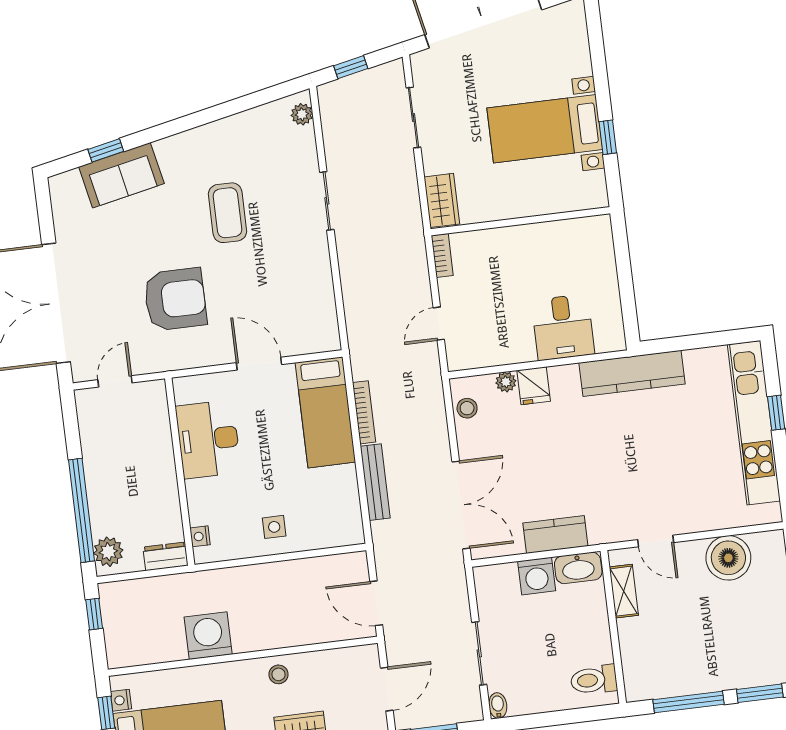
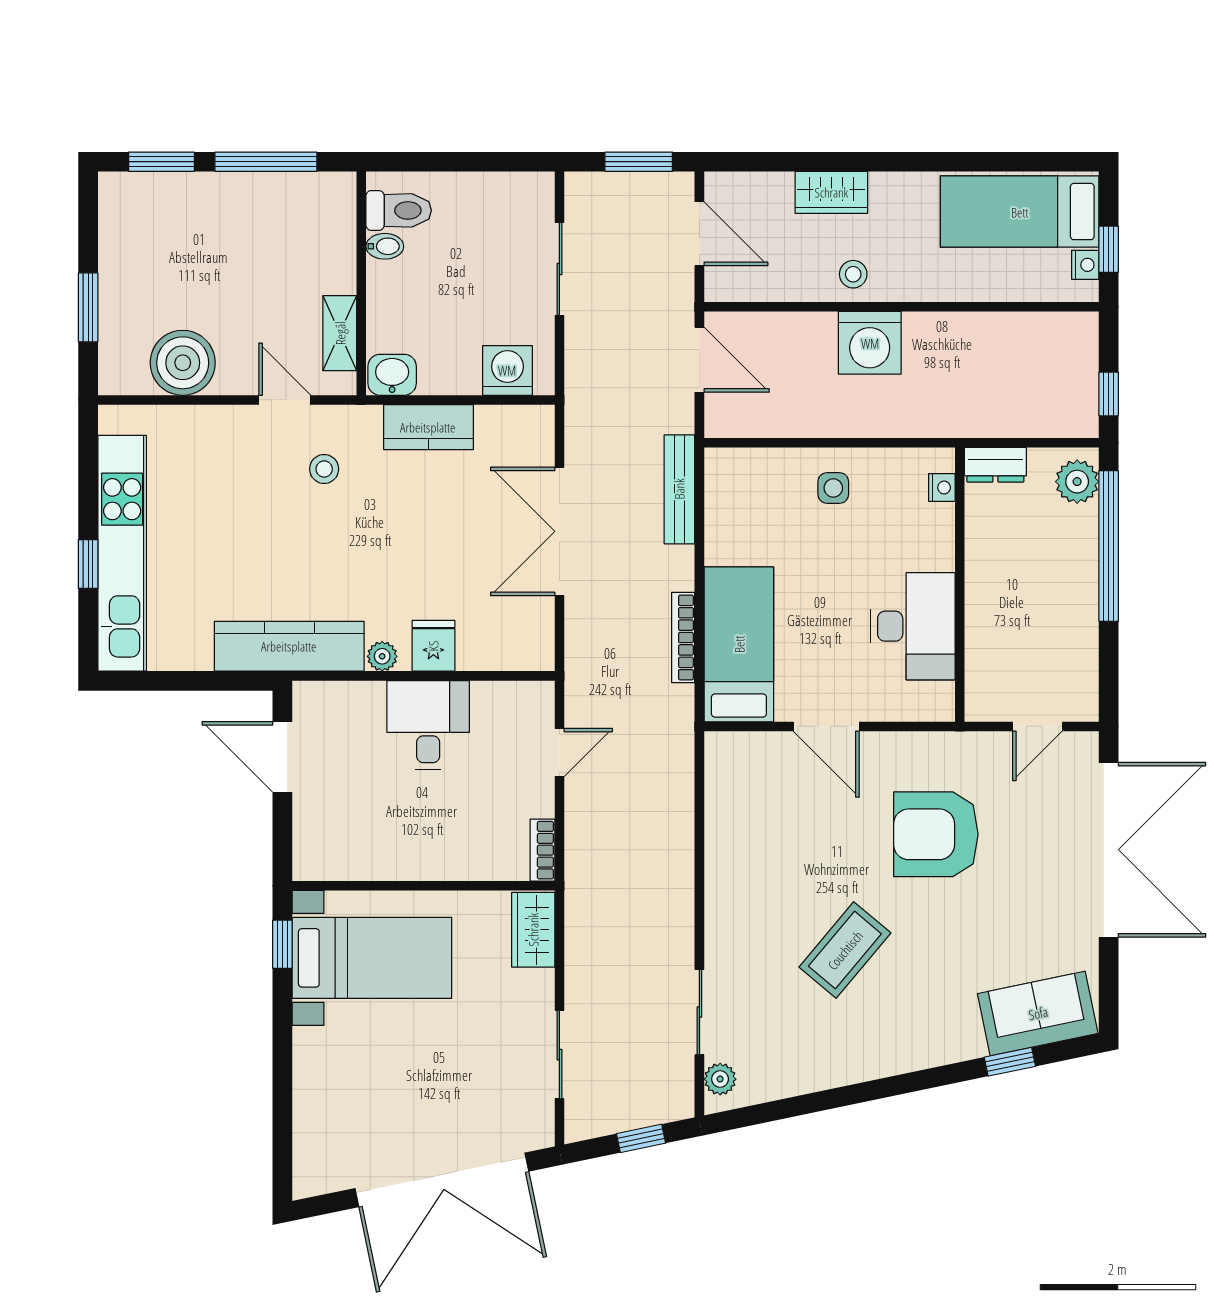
bed with nightstands: (545, 129) -> (372, 958), moved
window: (608, 137) -> (282, 944), moved
sofa: (121, 175) -> (1038, 1013), moved
sliding door: (327, 201) -> (699, 1012), moved
coffee table: (227, 213) -> (845, 950), turned 40
door: (627, 297) -> (282, 757), added
desk: (563, 327) -> (428, 725), moved
plant: (506, 382) -> (382, 656), moved
stool: (467, 408) -> (324, 469), moved
bench: (375, 482) -> (679, 489), moved
double door: (461, 505) -> (559, 531), moved
washbasin: (578, 568) -> (392, 375), width x0.72
washing machine: (537, 576) -> (507, 370), moved
washing machine: (208, 636) -> (870, 343), moved
door: (387, 689) -> (699, 234), swing flipped
bidet: (498, 706) -> (385, 246), moved, turned -90

